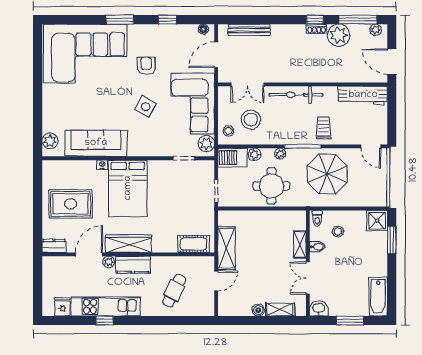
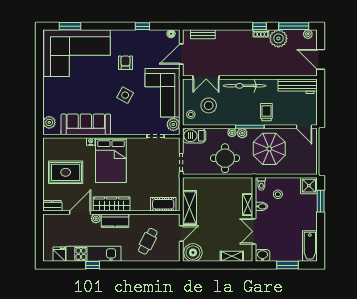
window: (120, 20) -> (70, 26), moved
bench: (249, 30) -> (203, 34), width x0.73
plant: (254, 154) -> (242, 133), moved
boiler: (258, 310) -> (193, 253), moved, width x1.86, depth x1.86

